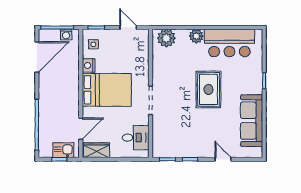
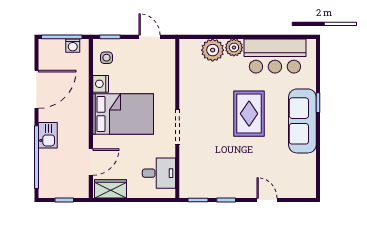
plant: (166, 38) -> (213, 50), moved
door: (37, 57) -> (36, 89), moved
sofa: (252, 121) -> (302, 121), moved
kitchen sink: (63, 150) -> (48, 135), moved, turned 90

